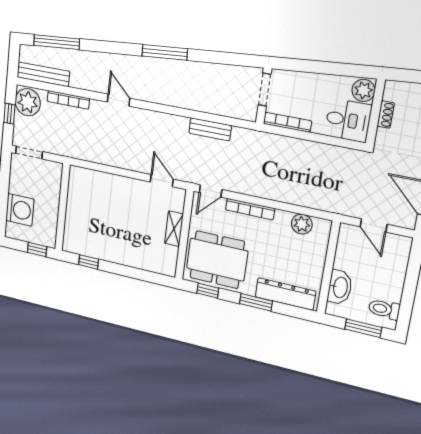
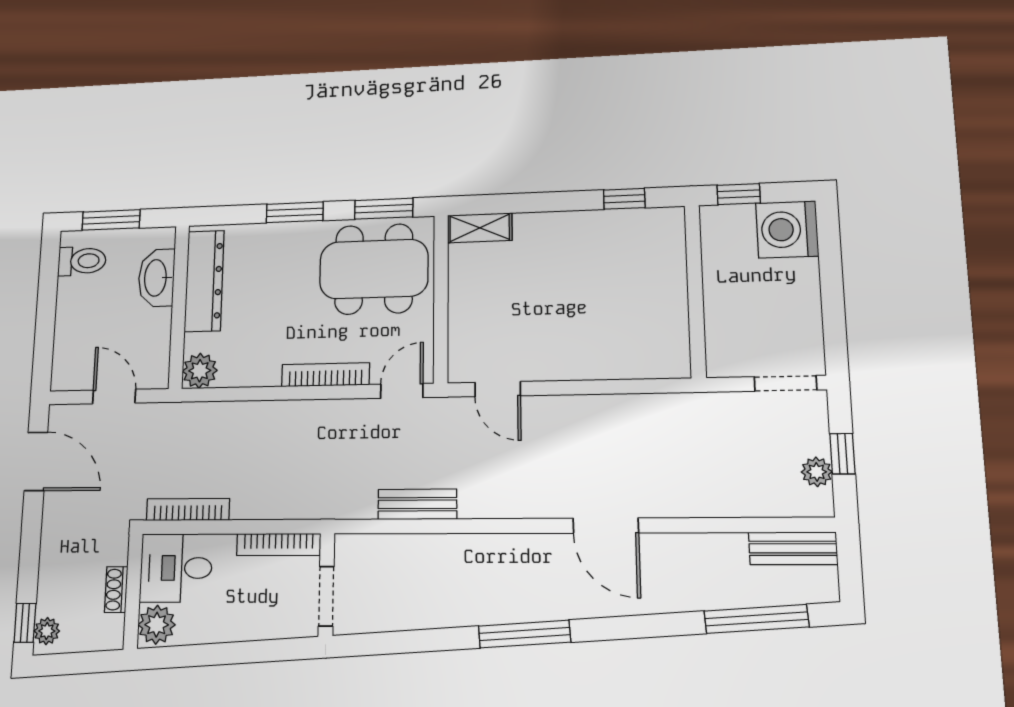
bench: (43, 74) -> (793, 548), width x0.73
bookcase: (68, 100) -> (188, 509), moved
door: (119, 100) -> (606, 526), width x1.38
plant: (28, 102) -> (817, 472), width x0.53, depth x0.53
washing machine: (20, 210) -> (787, 229), moved
plant: (302, 224) -> (200, 371), moved
shelving: (174, 229) -> (480, 228), moved, turned 90
window: (208, 291) -> (384, 209), width x1.50
dresser: (285, 294) -> (204, 281), moved, turned -90

